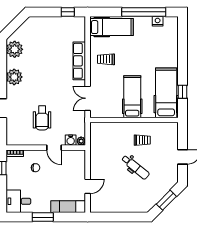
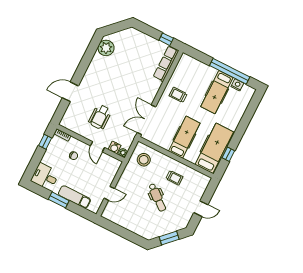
hospital bed: (112, 27) -> (217, 92), moved, turned 90
row of seats: (79, 61) -> (166, 64), moved
plant: (14, 77) -> (94, 71), removed
double door: (88, 98) -> (146, 120), width x1.37
stool: (104, 138) -> (144, 160), added
exam couch: (68, 207) -> (74, 197), moved

